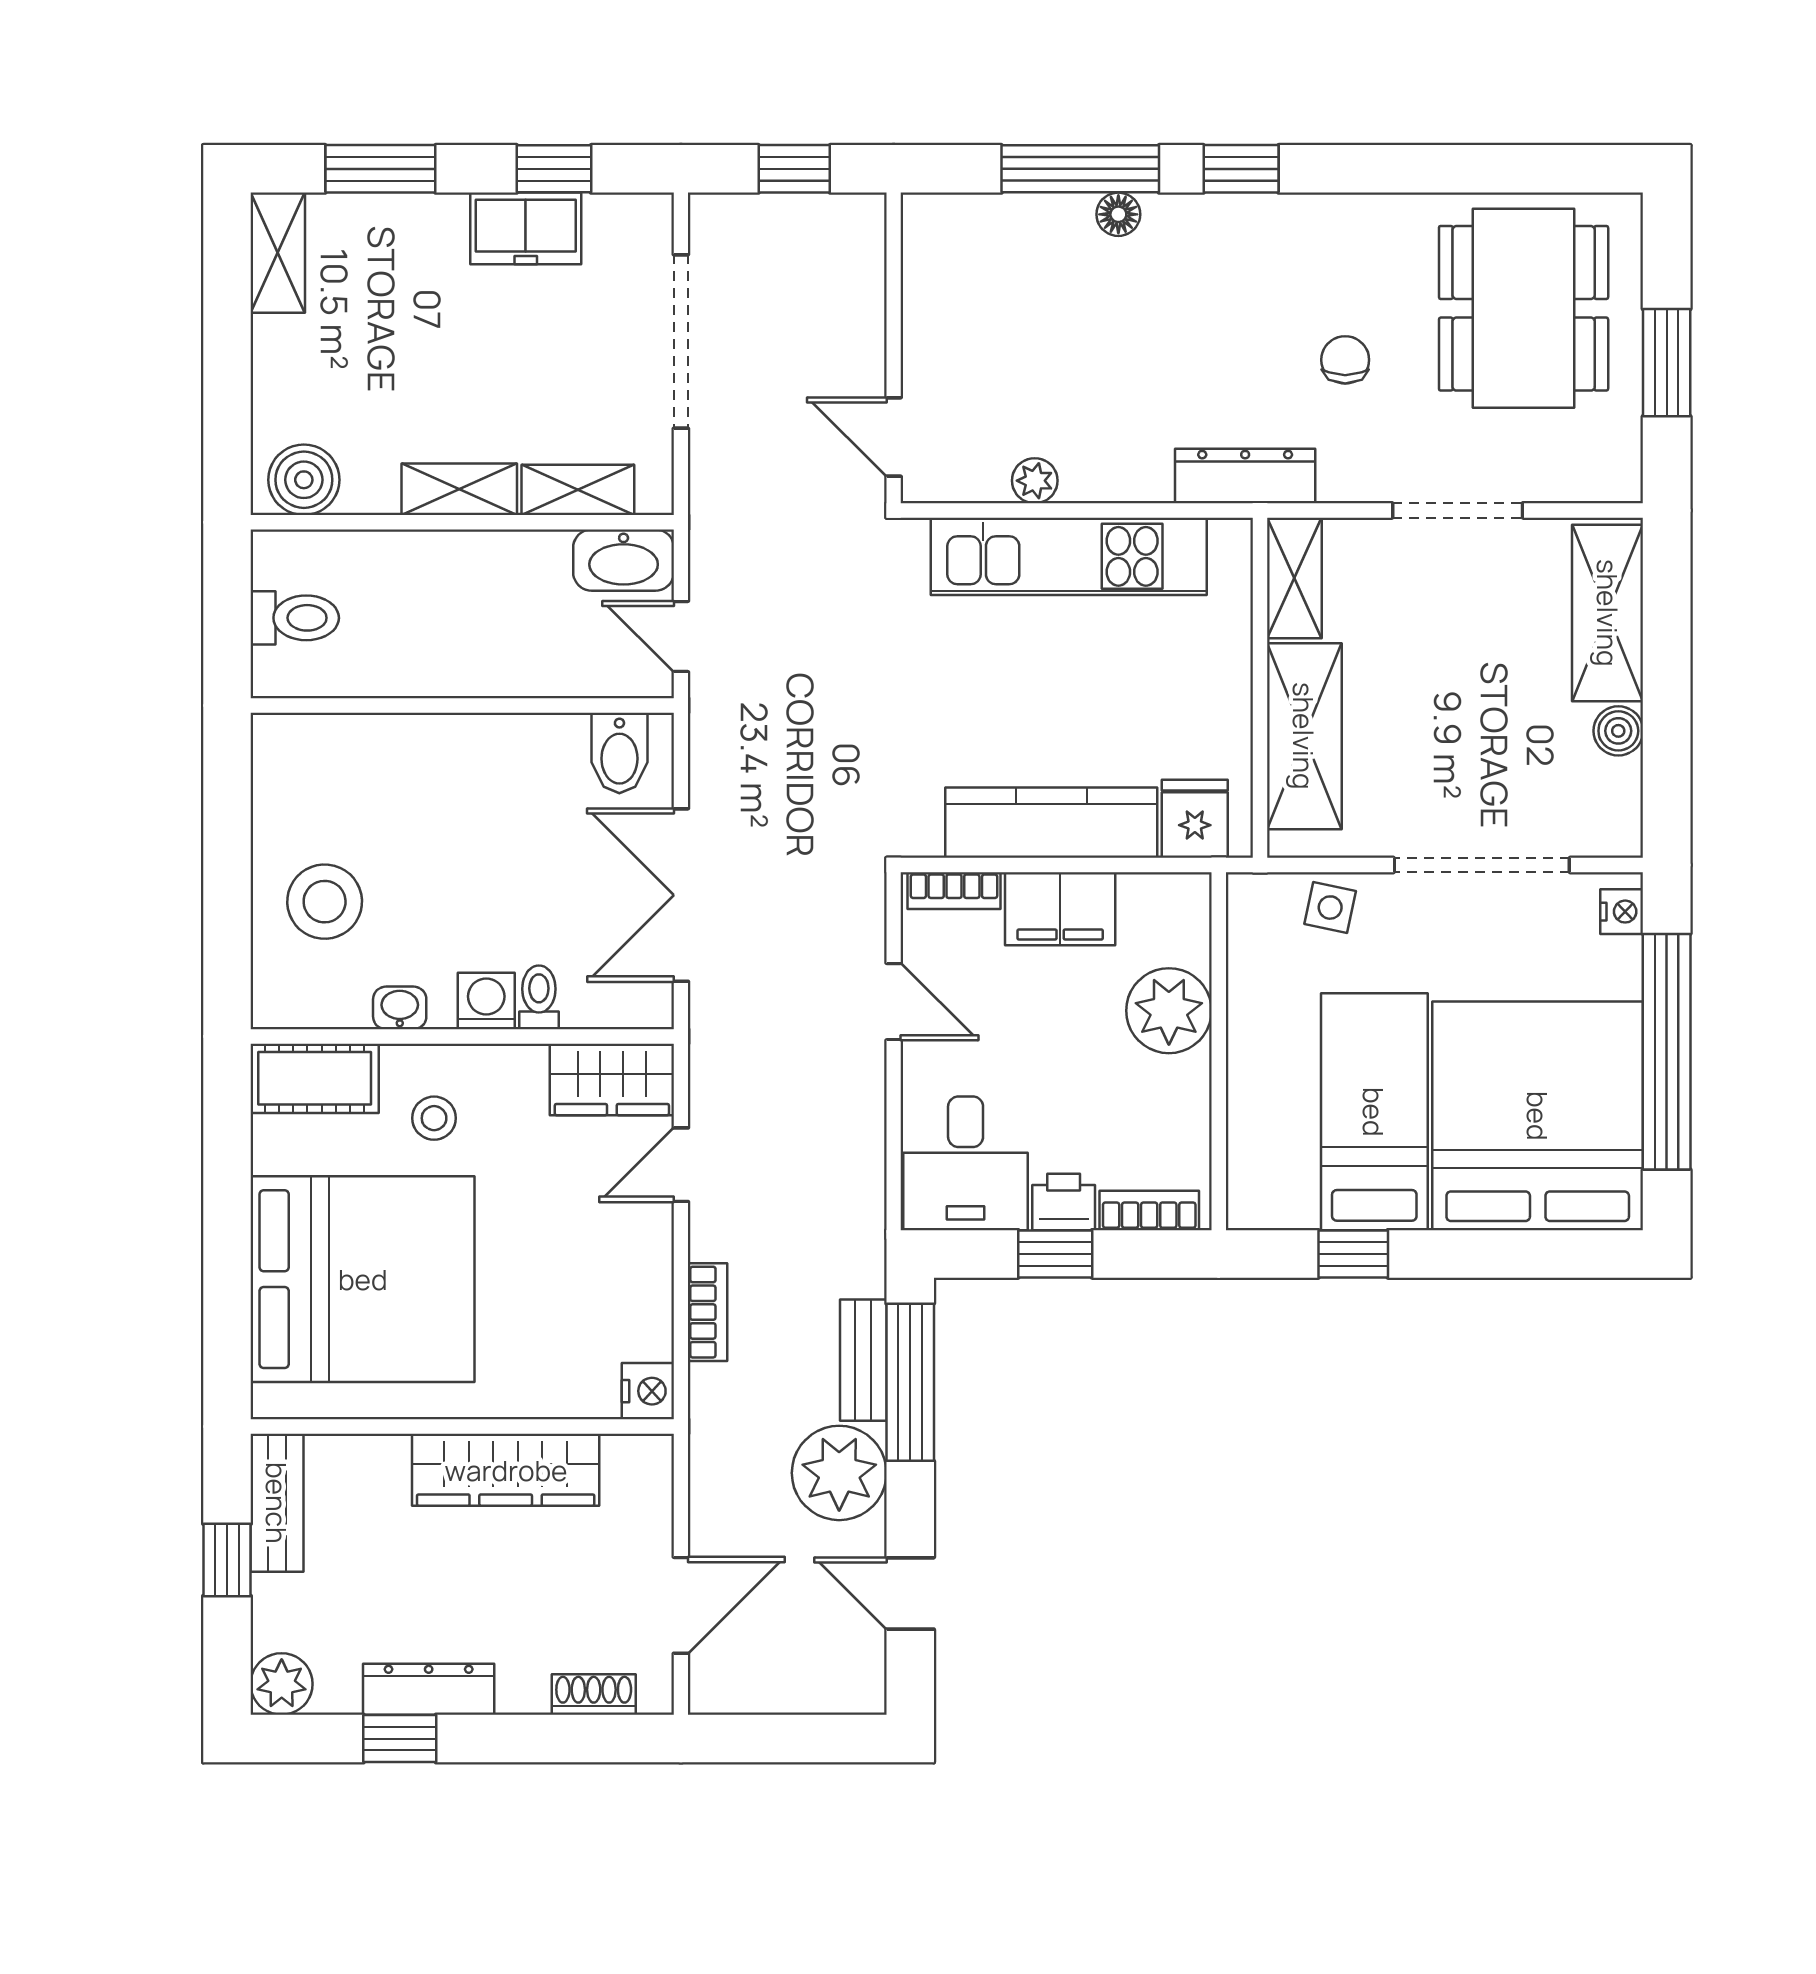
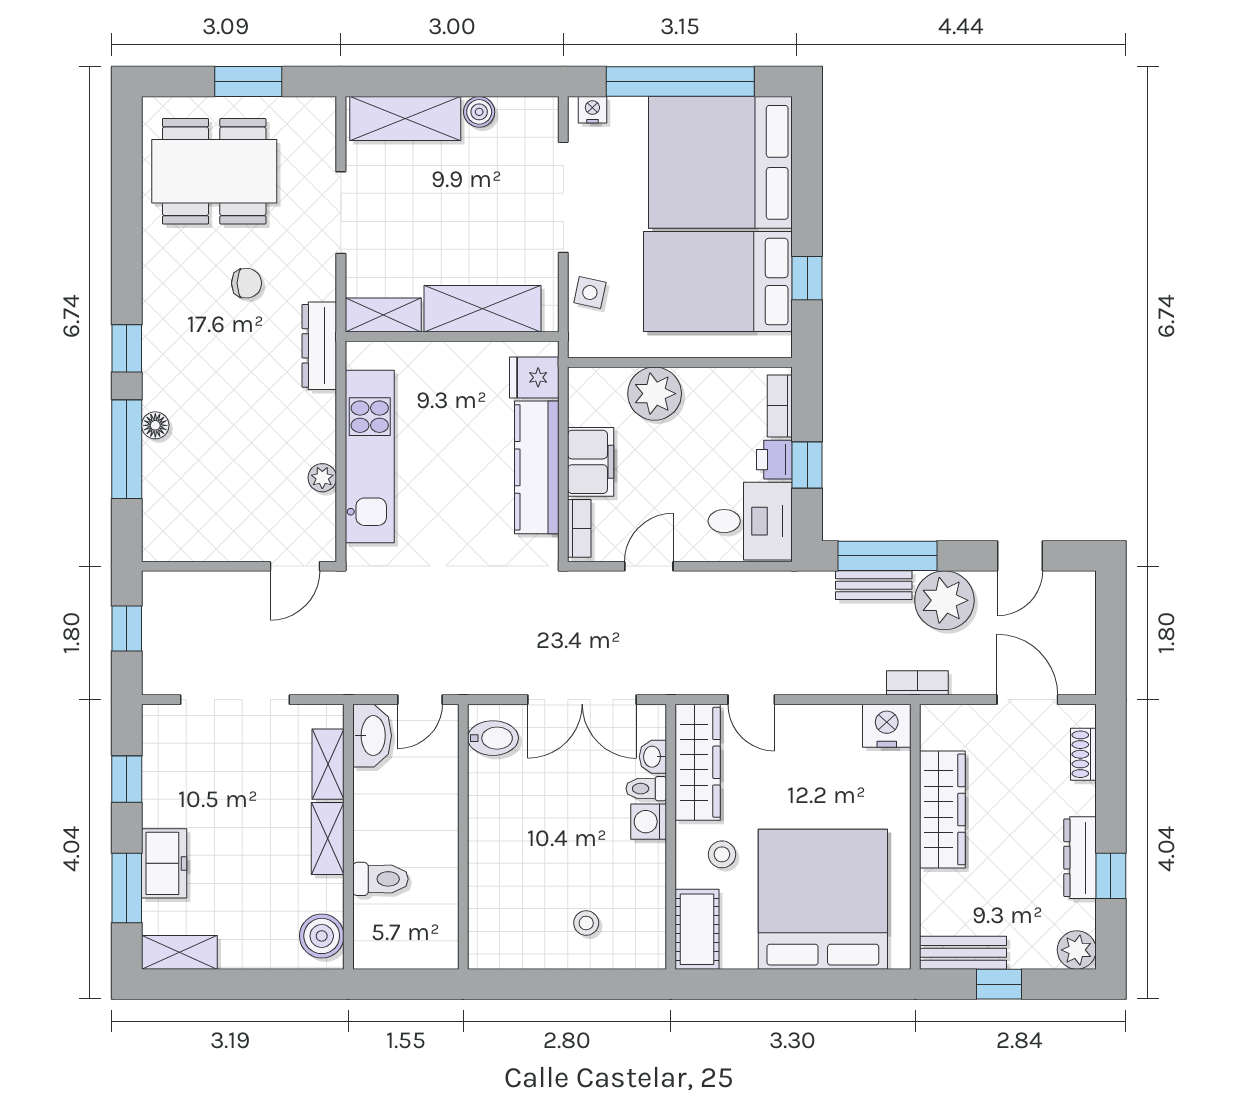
freezer: (526, 228) -> (164, 863), moved
chair: (1345, 360) -> (247, 283), turned 180
toilet: (295, 618) -> (380, 879), moved, turned 90
stool: (325, 902) -> (586, 923), width x0.53, depth x0.53
washbasin: (400, 1008) -> (653, 757), moved
wardrobe: (612, 1079) -> (698, 762), width x1.50
bed: (1374, 1112) -> (718, 282), width x1.50
bookcase: (708, 1312) -> (917, 683), moved
nightstand: (648, 1391) -> (887, 726), width x1.36, depth x1.33

